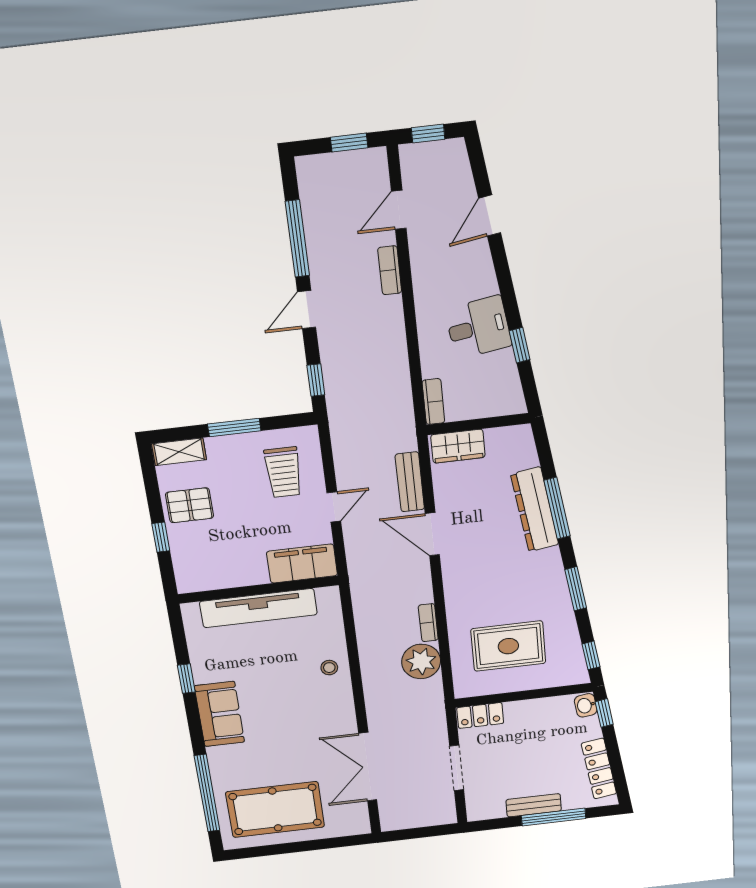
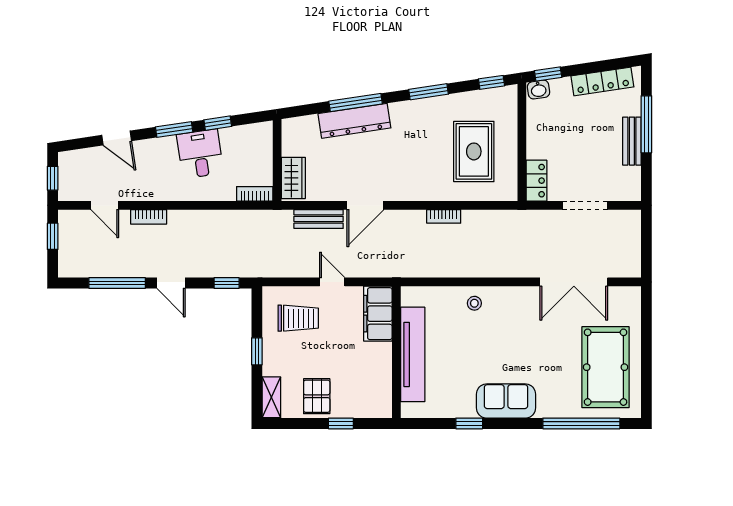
window: (507, 290) -> (174, 130), added
window: (234, 427) -> (257, 351), width x0.67
plant: (421, 661) -> (479, 226), removed

